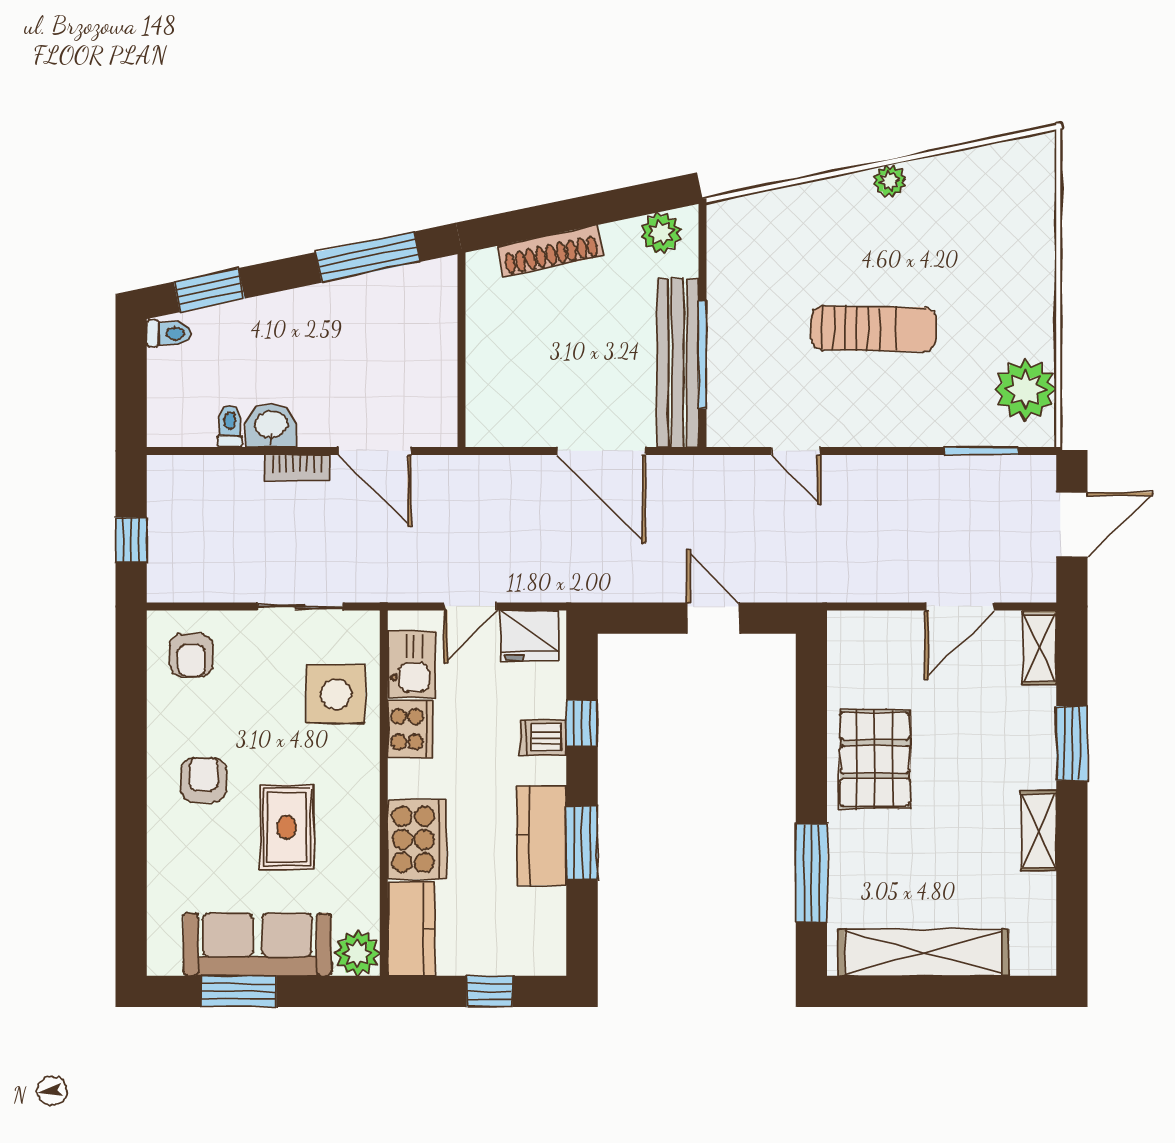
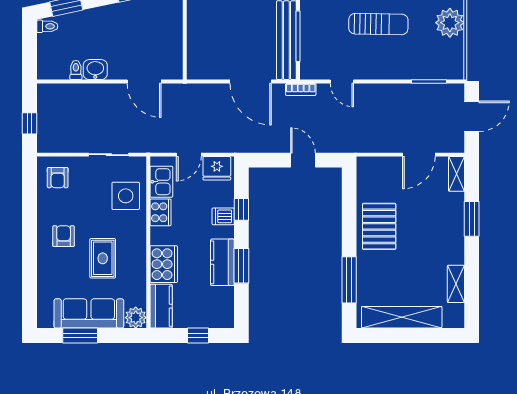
plant: (1025, 390) -> (450, 23), moved
bookcase: (297, 468) -> (301, 89), moved
shelving: (1038, 831) -> (456, 284), moved

